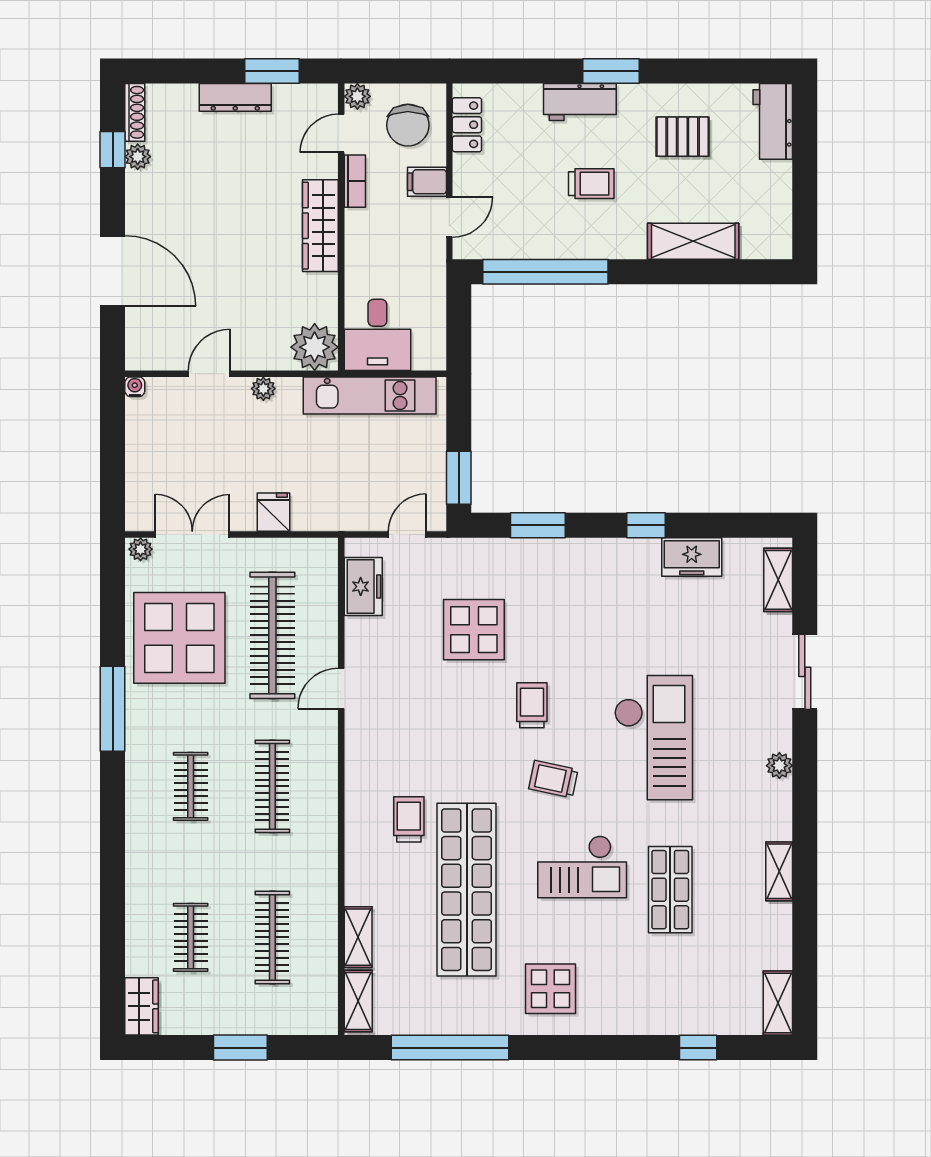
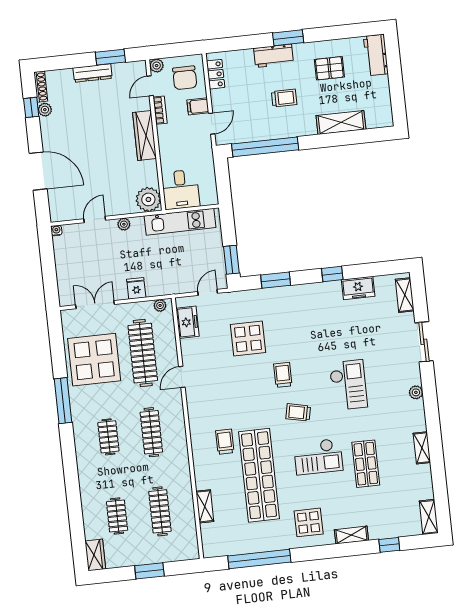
plant: (141, 549) -> (160, 305), moved
checkout: (653, 738) -> (348, 385), width x0.73, depth x0.83
shelving: (358, 1001) -> (351, 535), moved, turned 90

